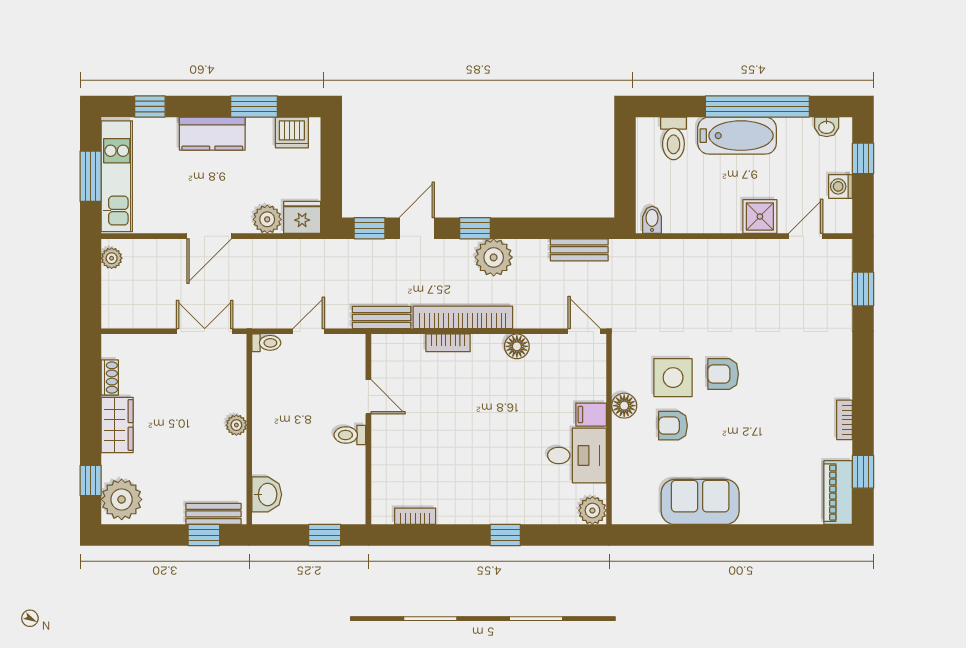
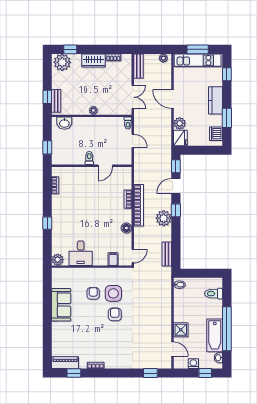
bathtub: (737, 136) -> (215, 335), moved
door: (417, 228) -> (176, 186), swing flipped
bench: (382, 318) -> (138, 66), moved
floor lamp: (624, 406) -> (102, 273), removed
filing cabinet: (591, 415) -> (113, 259), moved

